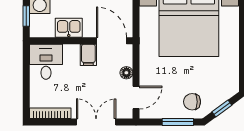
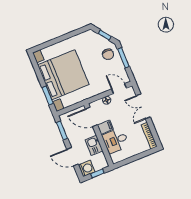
door: (112, 41) -> (91, 117), hinge flipped
desk: (46, 62) -> (116, 141), moved

